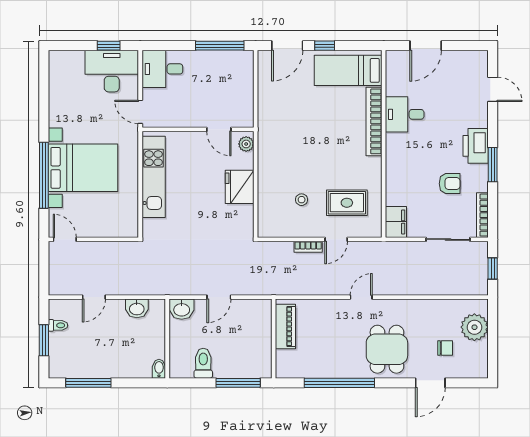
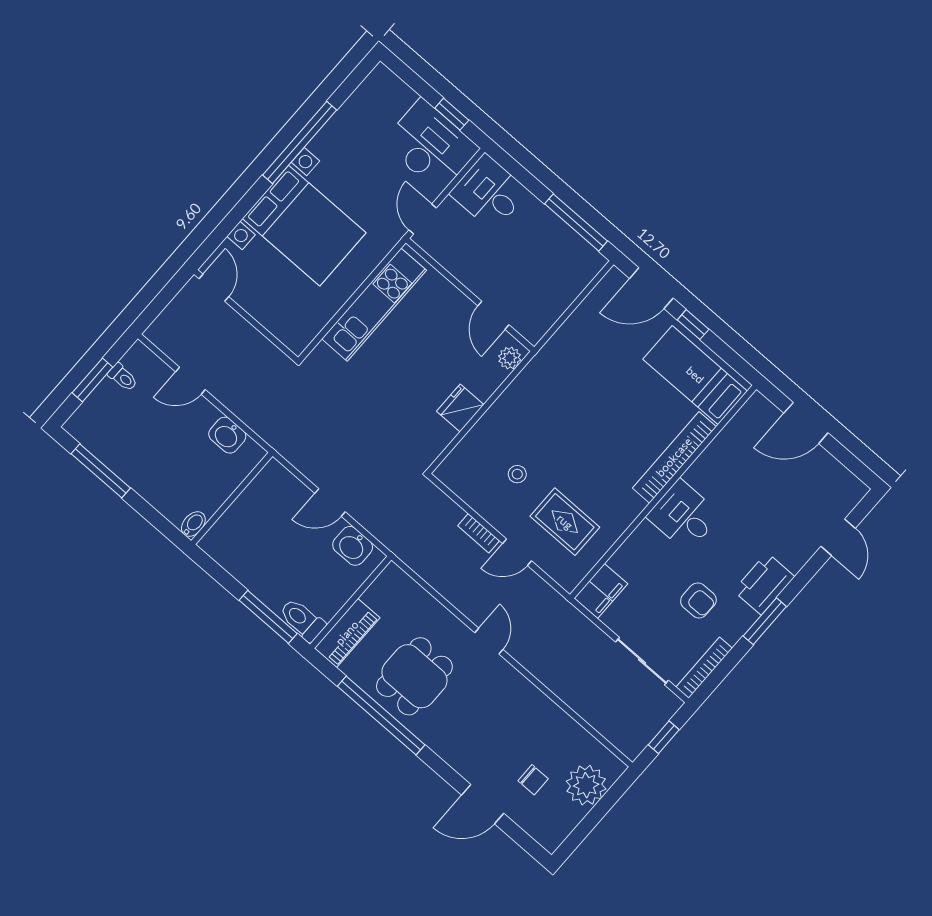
desk: (405, 114) -> (684, 516), moved
window: (44, 175) -> (300, 142), moved
fridge: (240, 187) -> (460, 408), width x0.73, depth x0.75
door: (361, 297) -> (489, 641), hinge flipped
washbasin: (182, 309) -> (353, 546), moved
piano: (285, 326) -> (347, 633), moved
dining table: (387, 349) -> (414, 676), moved
toilet: (203, 363) -> (302, 620), moved, turned -90

